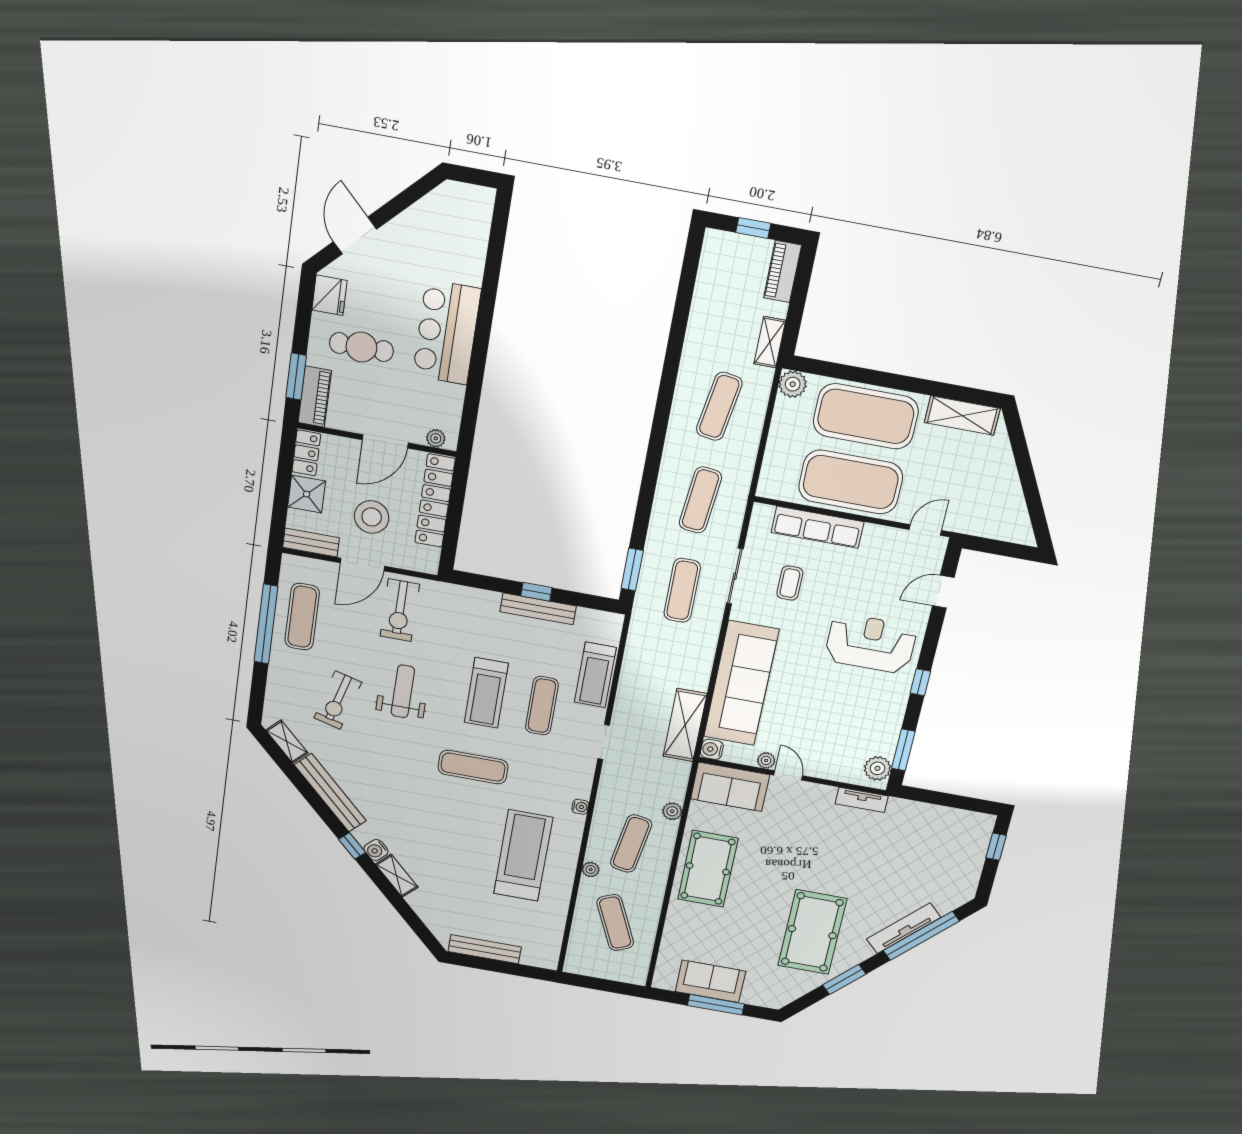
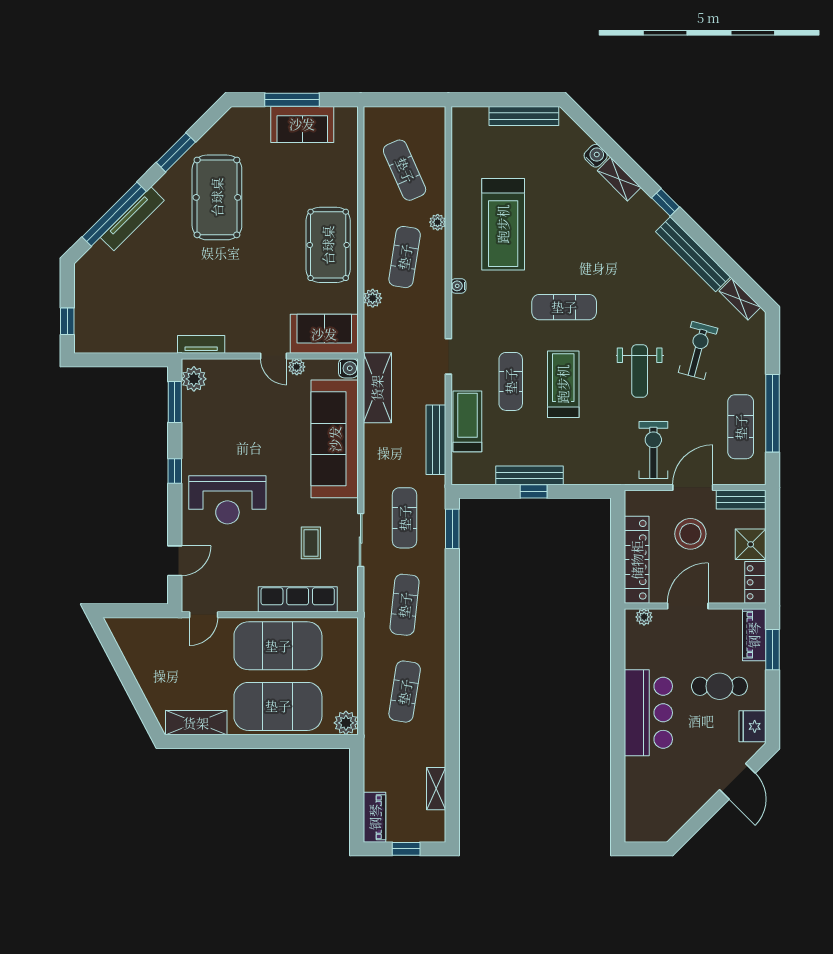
shelving: (770, 342) -> (436, 789), moved
bench: (633, 663) -> (436, 440), added
water cooler: (376, 850) -> (596, 156), moved

